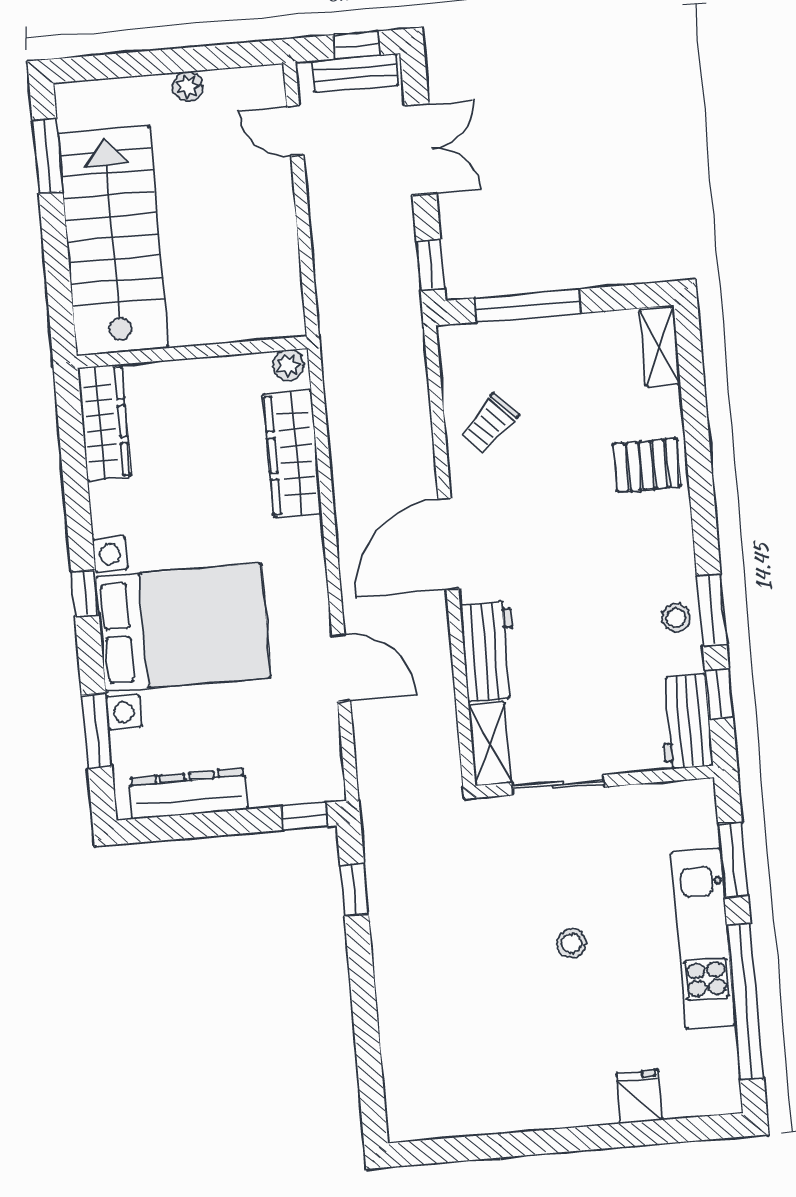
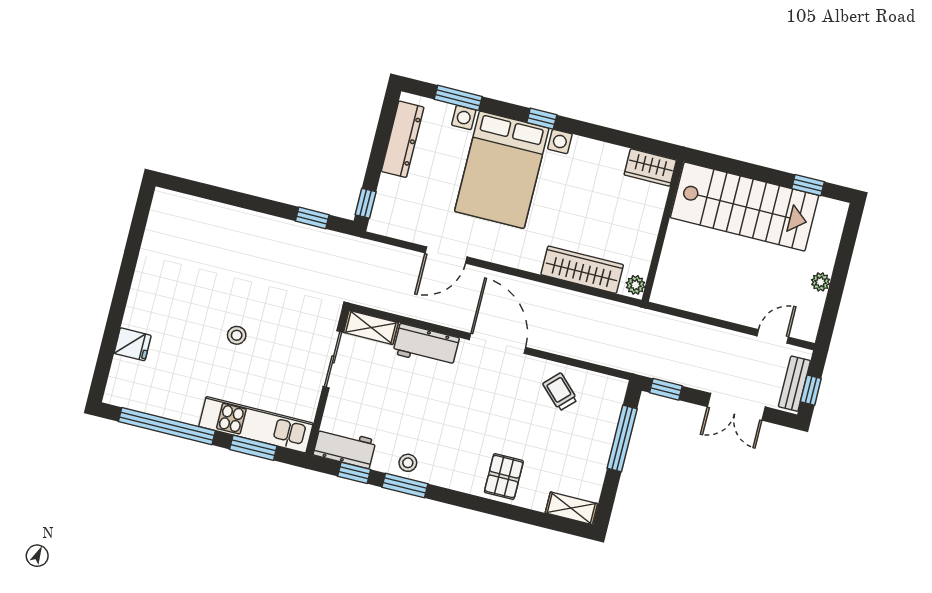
window: (47, 155) -> (808, 185), width x0.67
wardrobe: (104, 423) -> (650, 167), width x0.67
kitchen unit: (703, 938) -> (256, 425), moved

